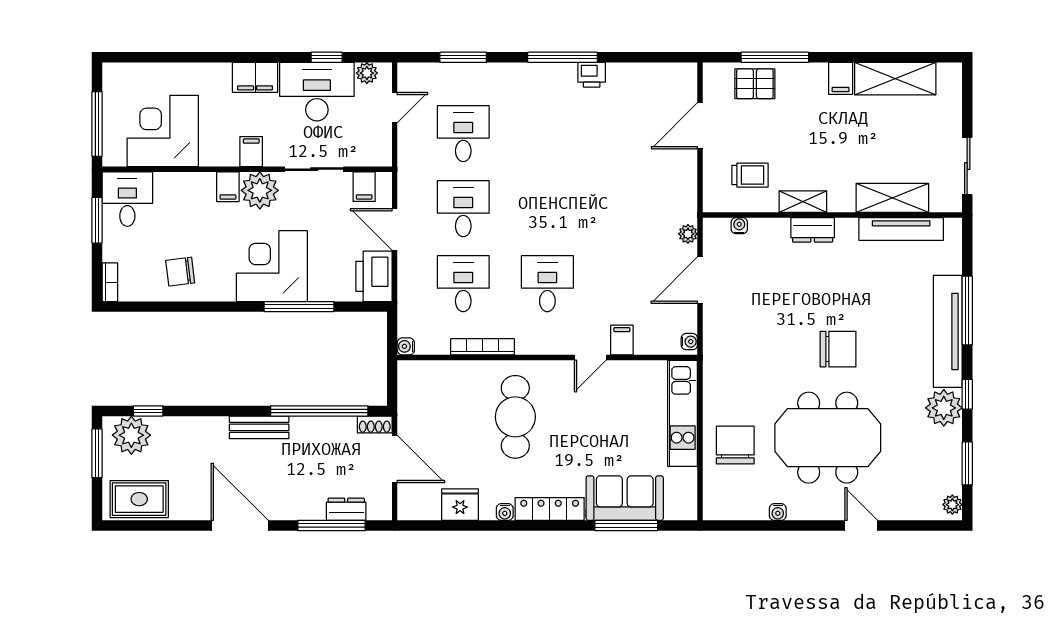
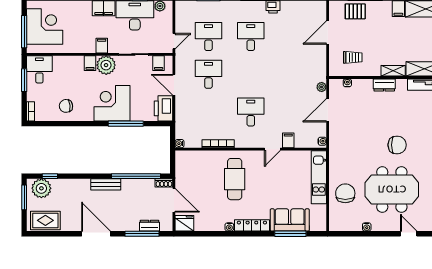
door: (395, 108) -> (174, 41), moved
corner desk: (163, 131) -> (45, 27), moved, turned 90
shelving: (803, 202) -> (393, 71), moved
desk: (463, 284) -> (251, 37), moved
fridge: (460, 505) -> (184, 223), moved

